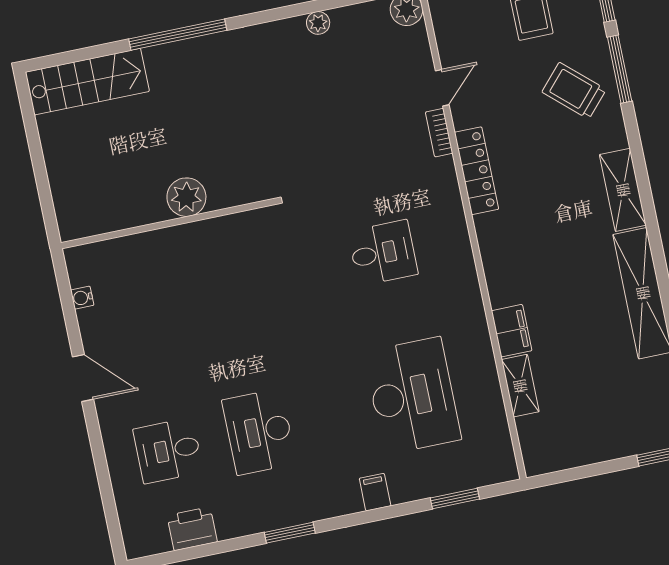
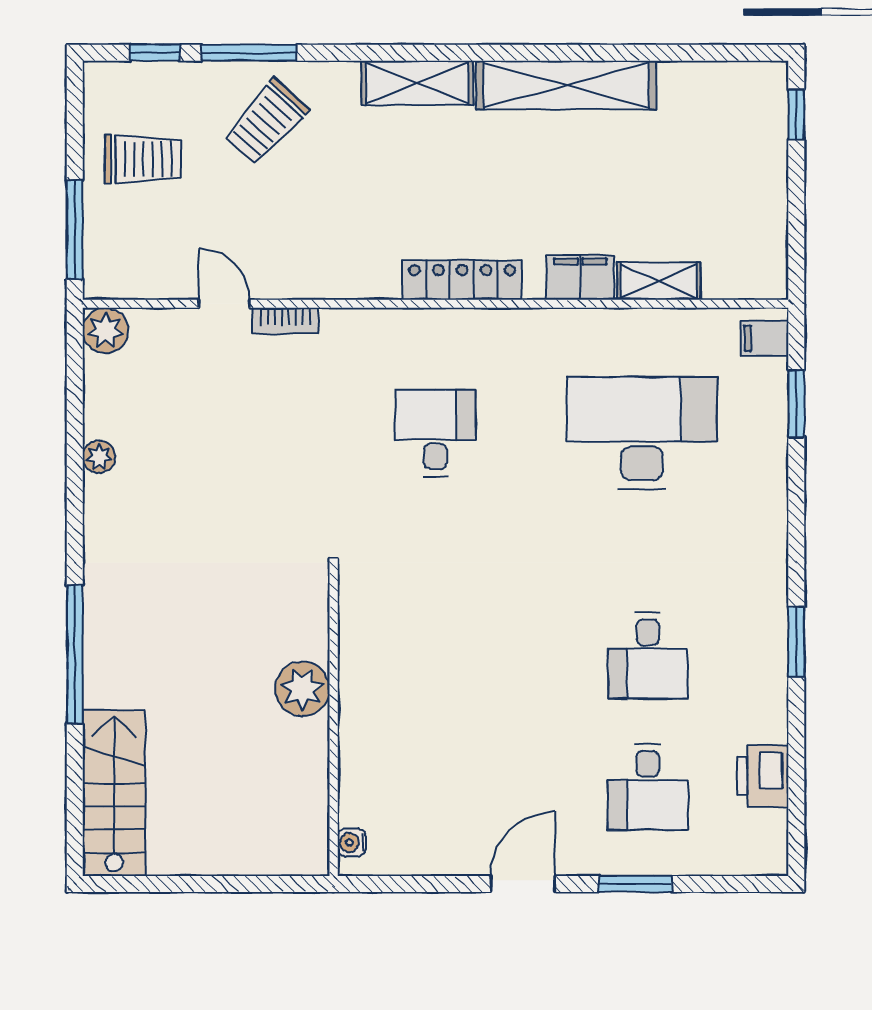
locker: (476, 171) -> (462, 280), moved
water cooler: (82, 298) -> (352, 842), moved, turned 90
desk: (259, 432) -> (648, 656), width x0.73
window: (99, 456) -> (636, 884), added
filing cabinet: (375, 492) -> (765, 338), moved

